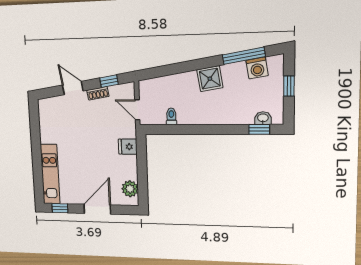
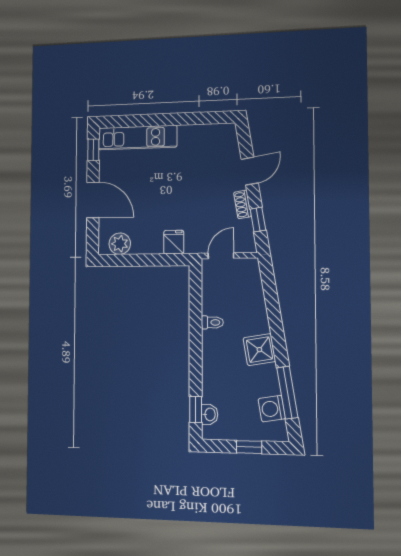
toilet: (171, 116) -> (212, 322), moved

